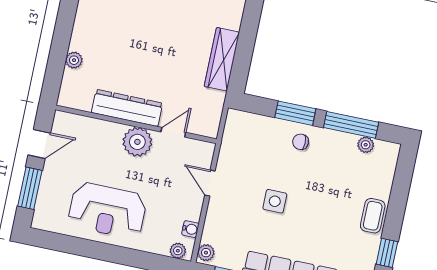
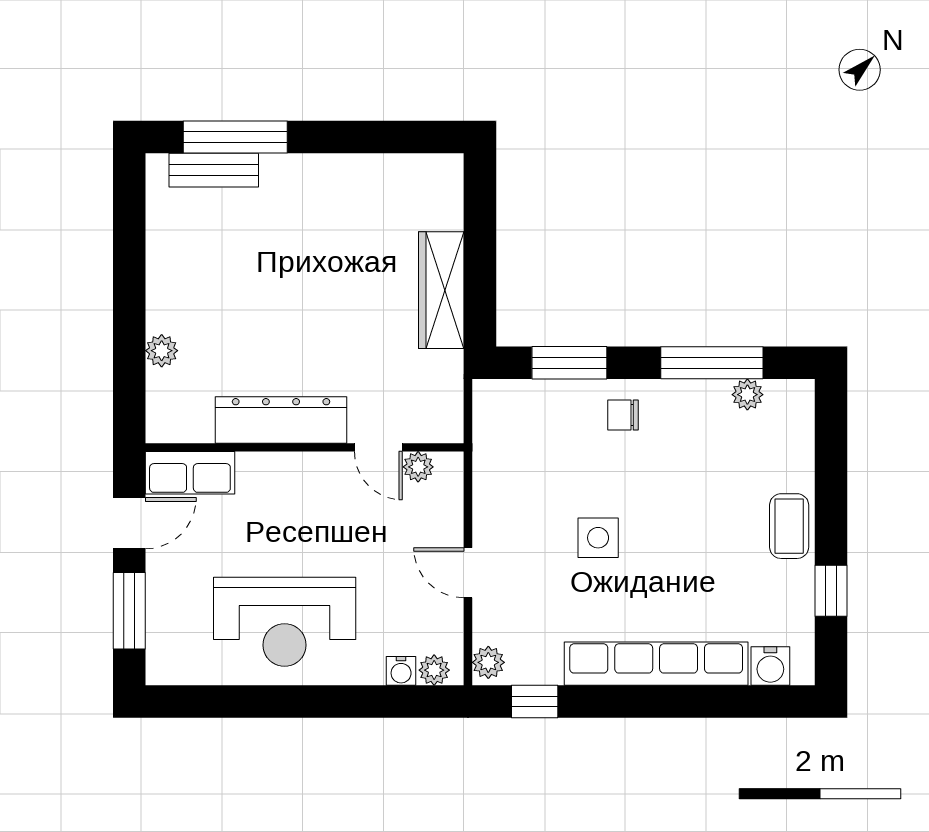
window: (295, 113) -> (569, 363), moved
row of seats: (75, 125) -> (190, 473), added
door: (173, 132) -> (378, 447), swing flipped
plant: (137, 142) -> (418, 467), moved, width x0.53, depth x0.53
door: (210, 183) -> (468, 573), moved
water cooler: (190, 229) -> (401, 671), moved, turned 90

